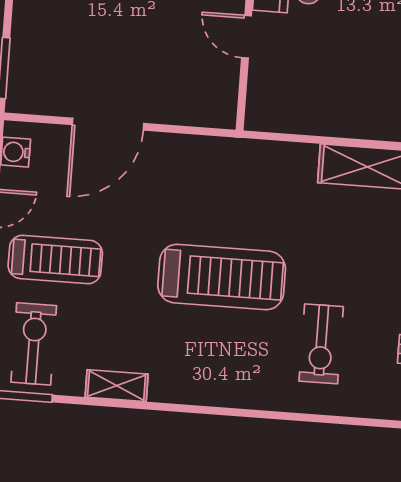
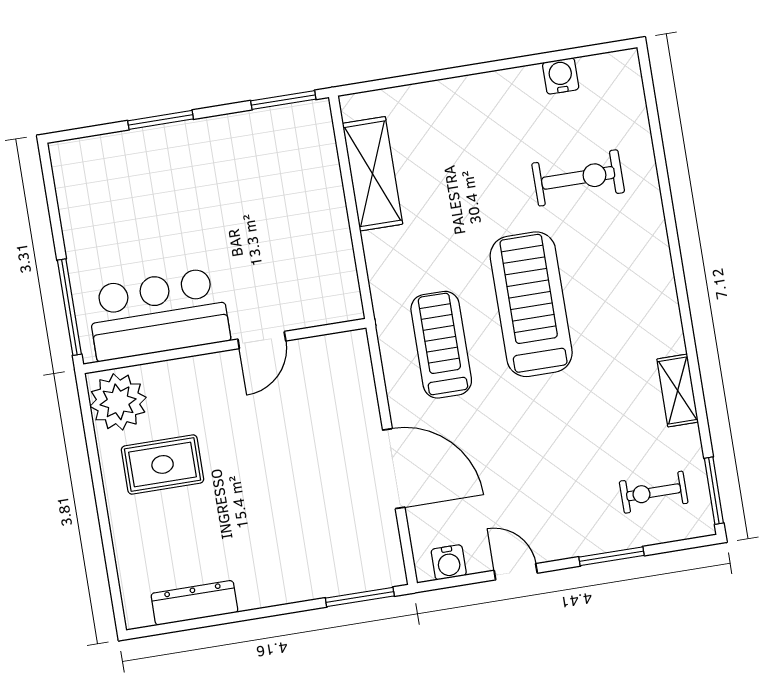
treadmill: (55, 259) -> (441, 345), moved
exercise bike: (34, 344) -> (654, 492), width x0.73, depth x0.72

